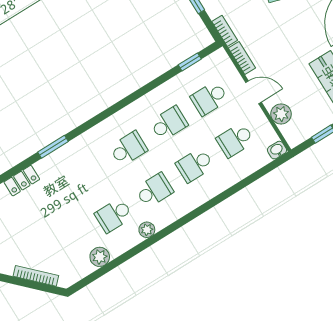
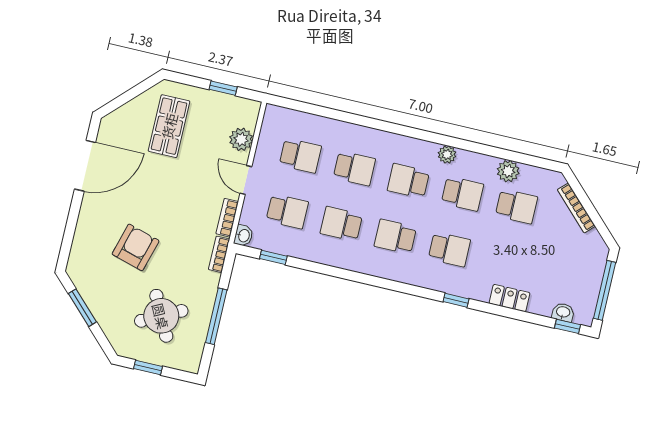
window: (53, 147) -> (456, 300), width x0.67
washbasin: (277, 150) -> (243, 236), moved, turned -90
school desk: (88, 174) -> (449, 249), added
school desk: (73, 240) -> (516, 206), added

